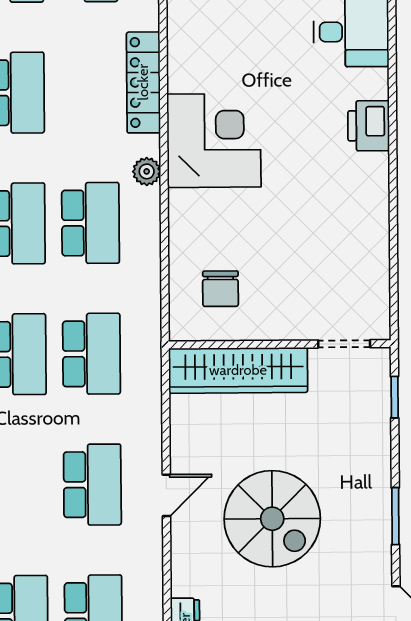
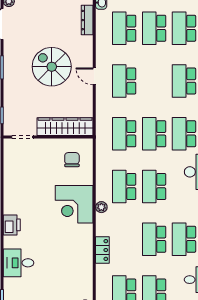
locker: (143, 82) -> (102, 250), width x0.66
corner desk: (214, 141) -> (74, 204), moved
door: (166, 495) -> (94, 76), hinge flipped

